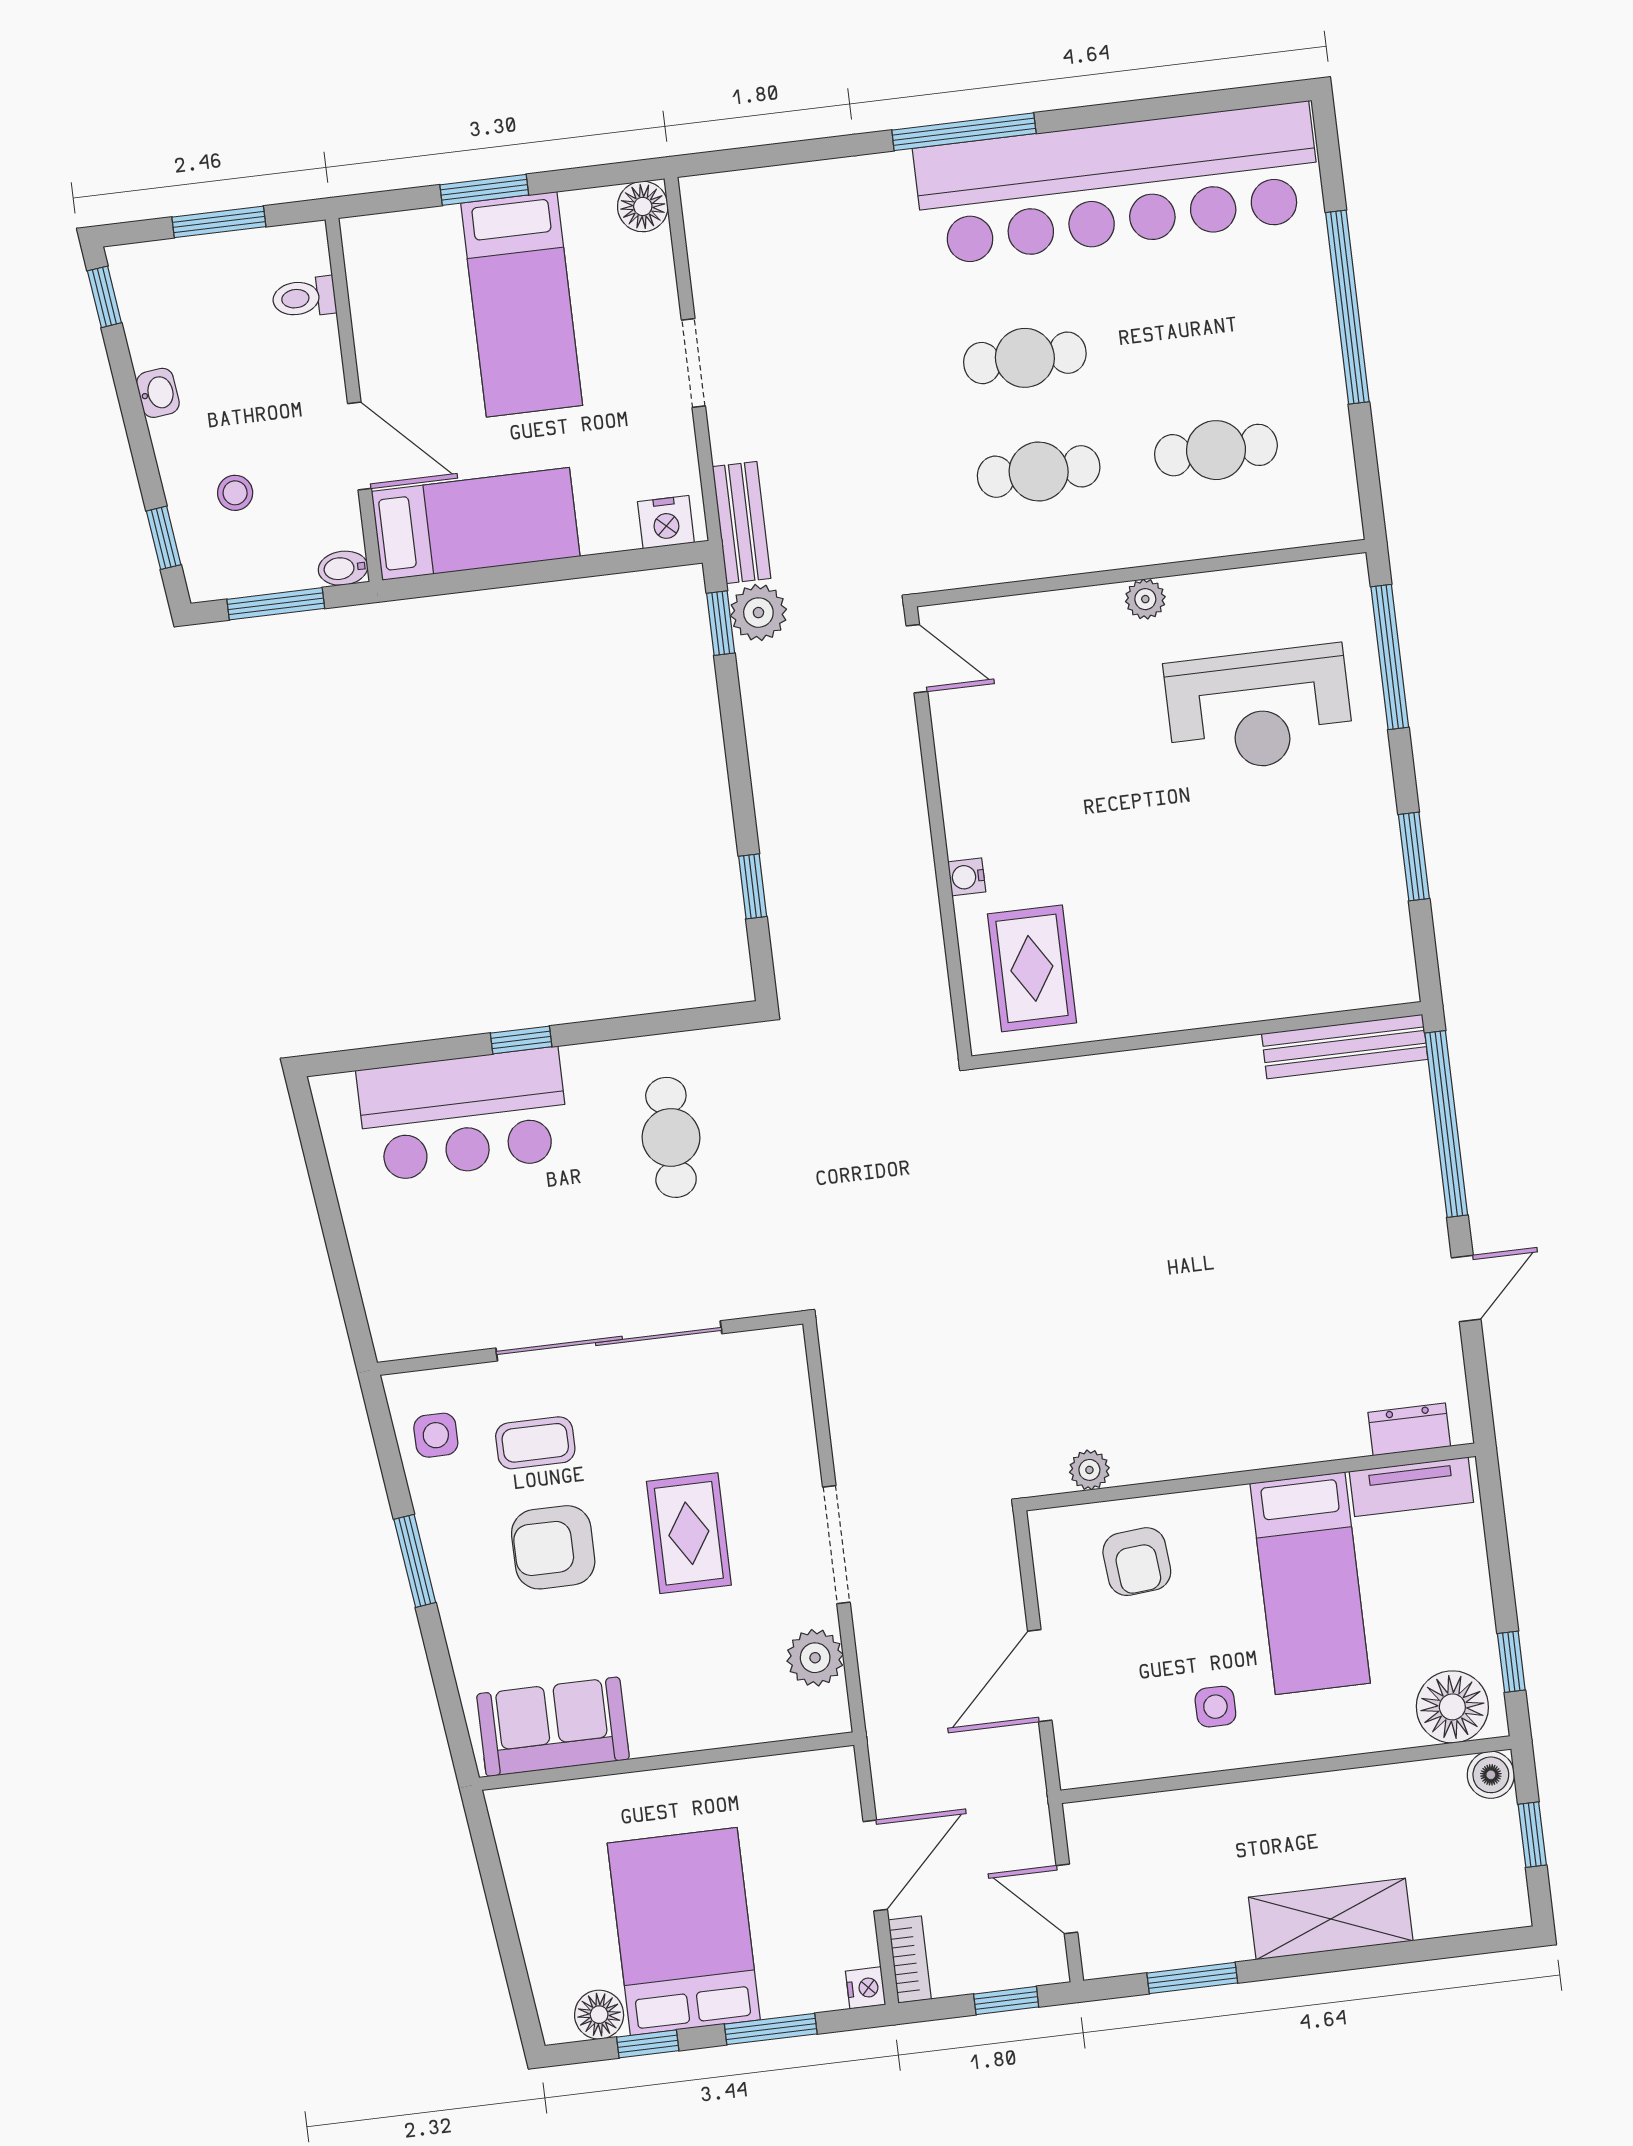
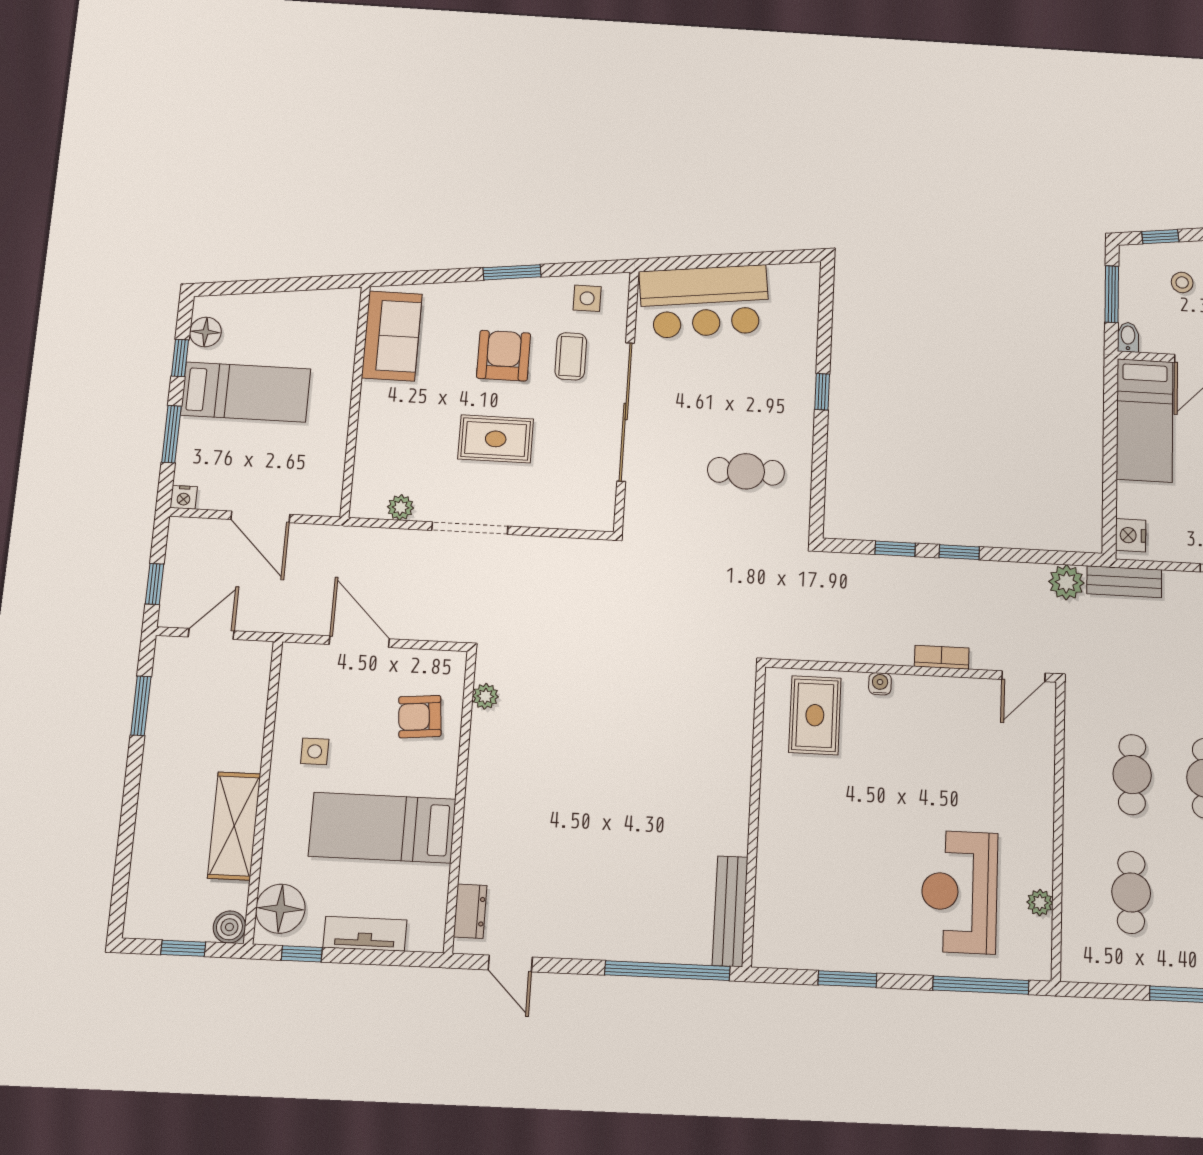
plant: (1145, 599) -> (1040, 903), moved
window: (721, 623) -> (959, 552), moved
rug: (1032, 968) -> (815, 715), turned 90
bar counter: (463, 1114) -> (705, 302), moved, turned -97
door: (1466, 1289) -> (510, 963), moved
tv unit: (1411, 1487) -> (365, 934), moved, turned 90
plant: (815, 1658) -> (400, 507), width x0.73, depth x0.73
shelving: (1331, 1919) -> (234, 826), moved
bed: (684, 1931) -> (246, 392), width x0.67
bookcase: (910, 1959) -> (942, 657), moved, turned 180

